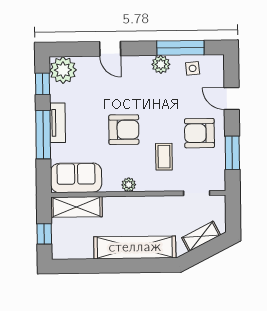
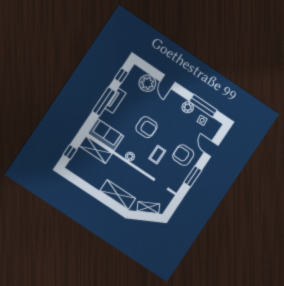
plant: (63, 70) -> (147, 83), moved
shelving: (135, 247) -> (118, 195), width x0.68

